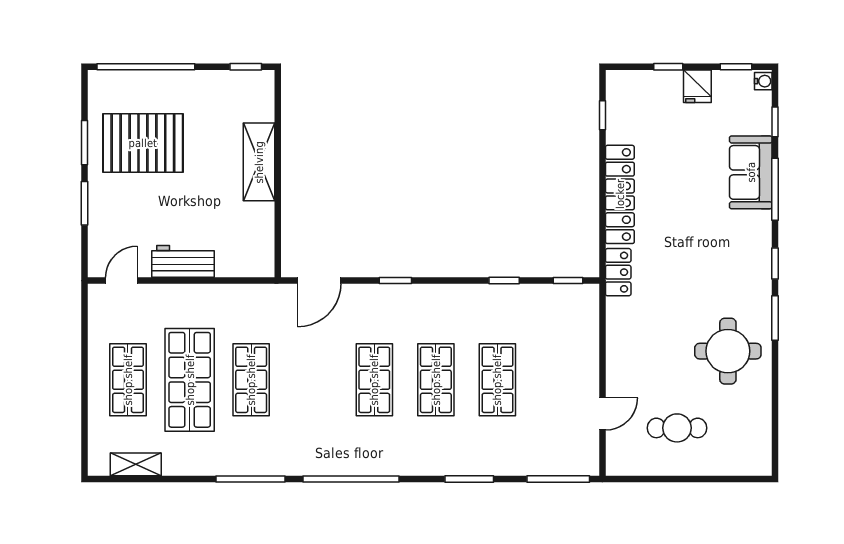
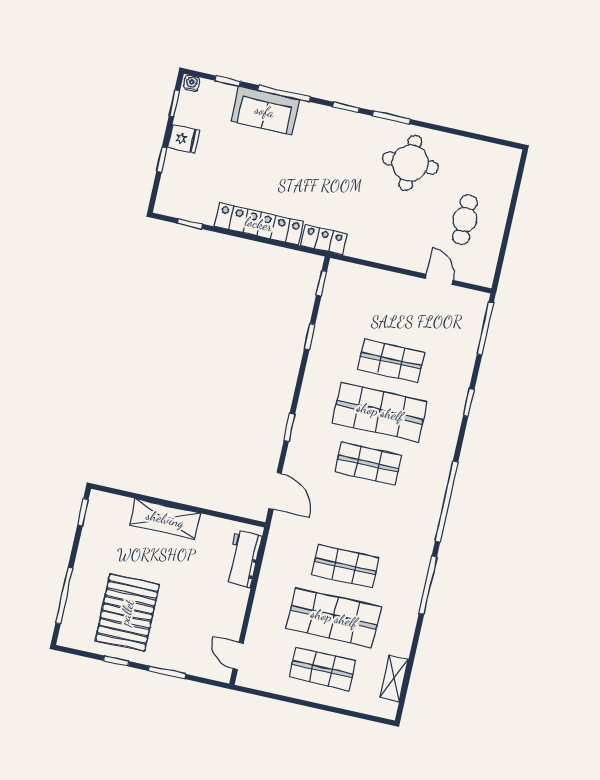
window: (146, 67) -> (64, 596), width x0.68
window: (85, 143) -> (116, 661), width x0.67
workbench: (183, 261) -> (243, 559), moved
shop shelf: (436, 380) -> (380, 412), width x1.43, depth x1.36
window: (469, 479) -> (469, 403), width x0.67

